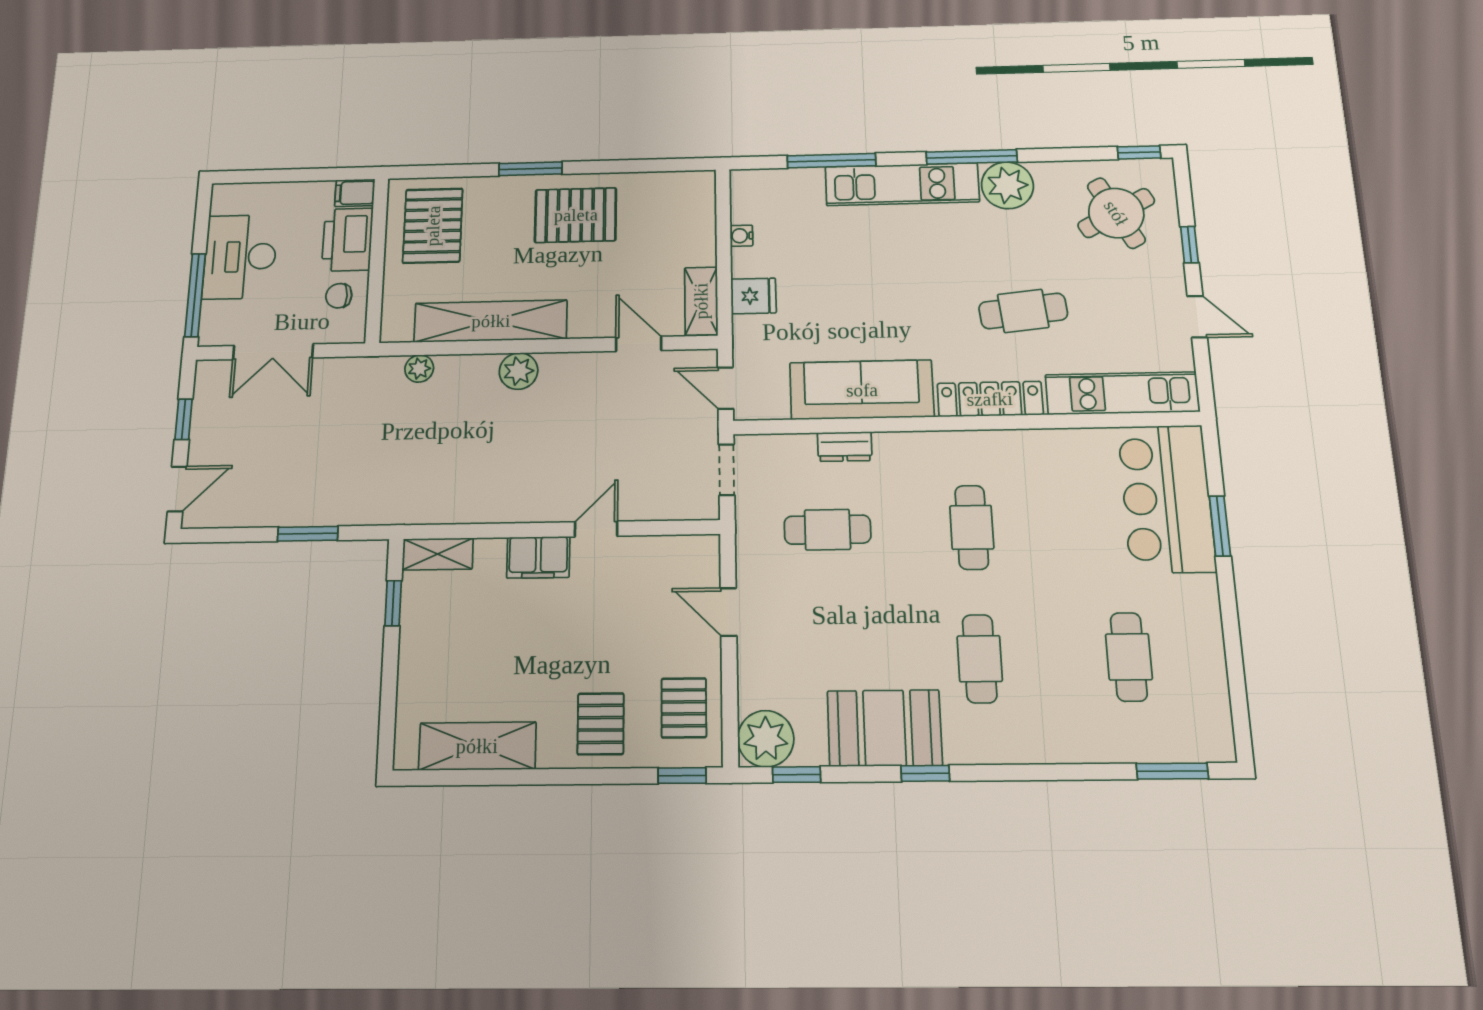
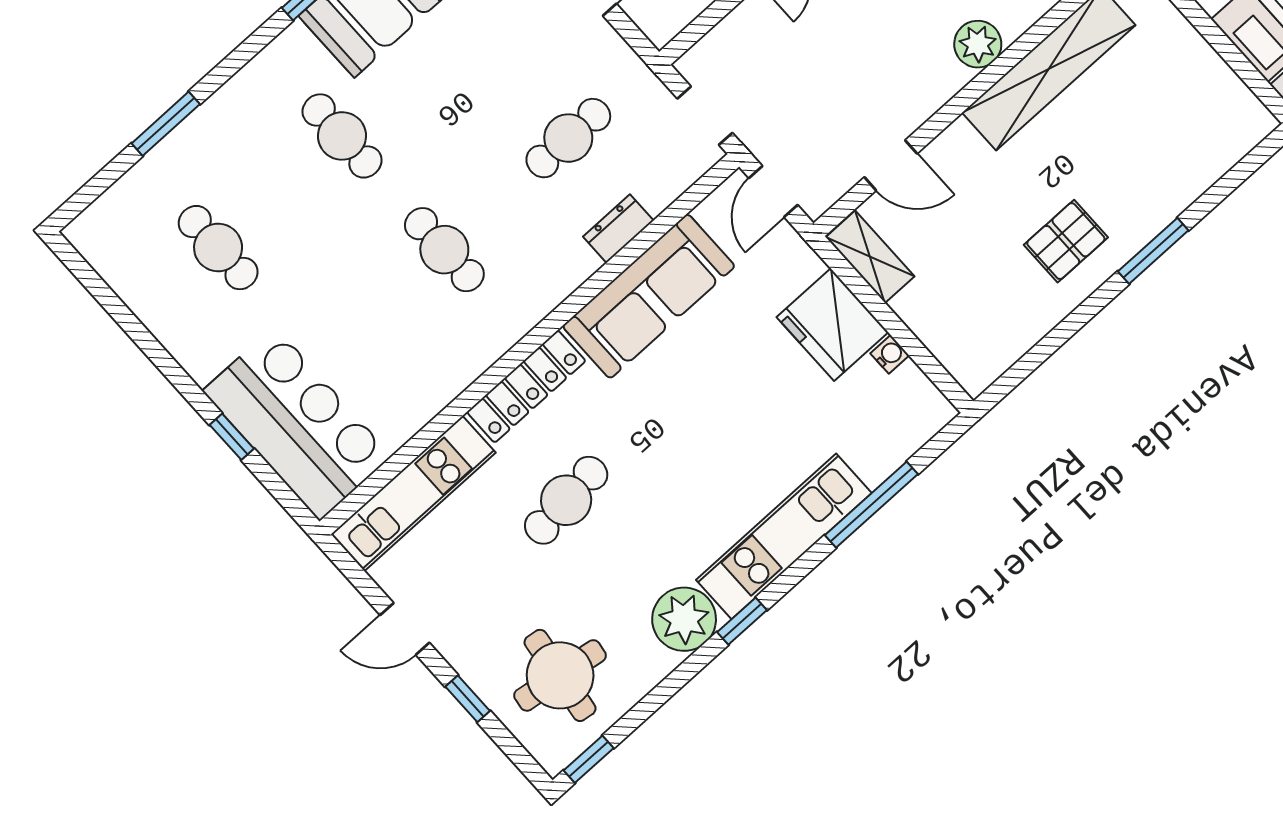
window: (972, 157) -> (742, 621), width x0.46
round table: (1116, 213) -> (560, 675), turned 36
pallet: (576, 215) -> (1066, 241), width x0.67, depth x0.71
pallet: (433, 226) -> (1193, 114), removed
fridge: (753, 296) -> (833, 325), width x1.88, depth x1.34
door: (725, 388) -> (773, 192), swing flipped
window: (1220, 526) -> (232, 437), width x0.67
window: (1172, 771) -> (166, 124), moved

